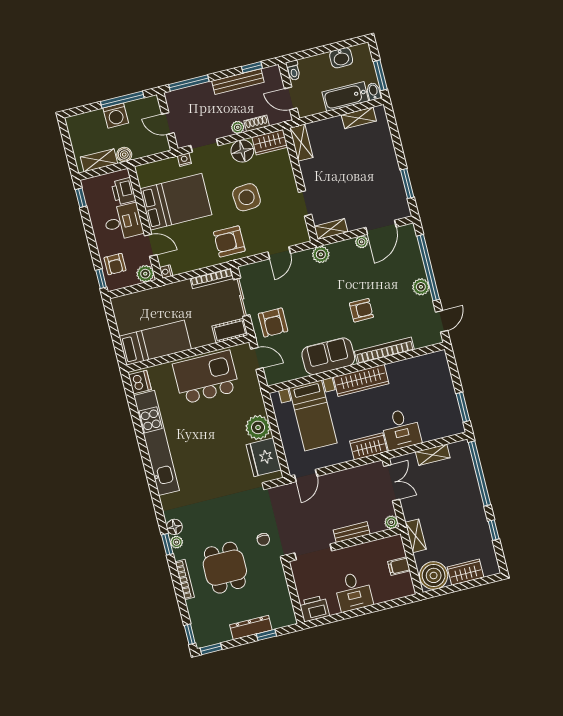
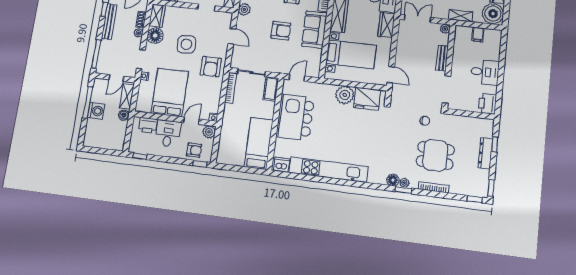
shelving: (99, 160) -> (127, 97), moved
armchair: (273, 323) -> (281, 31), moved

